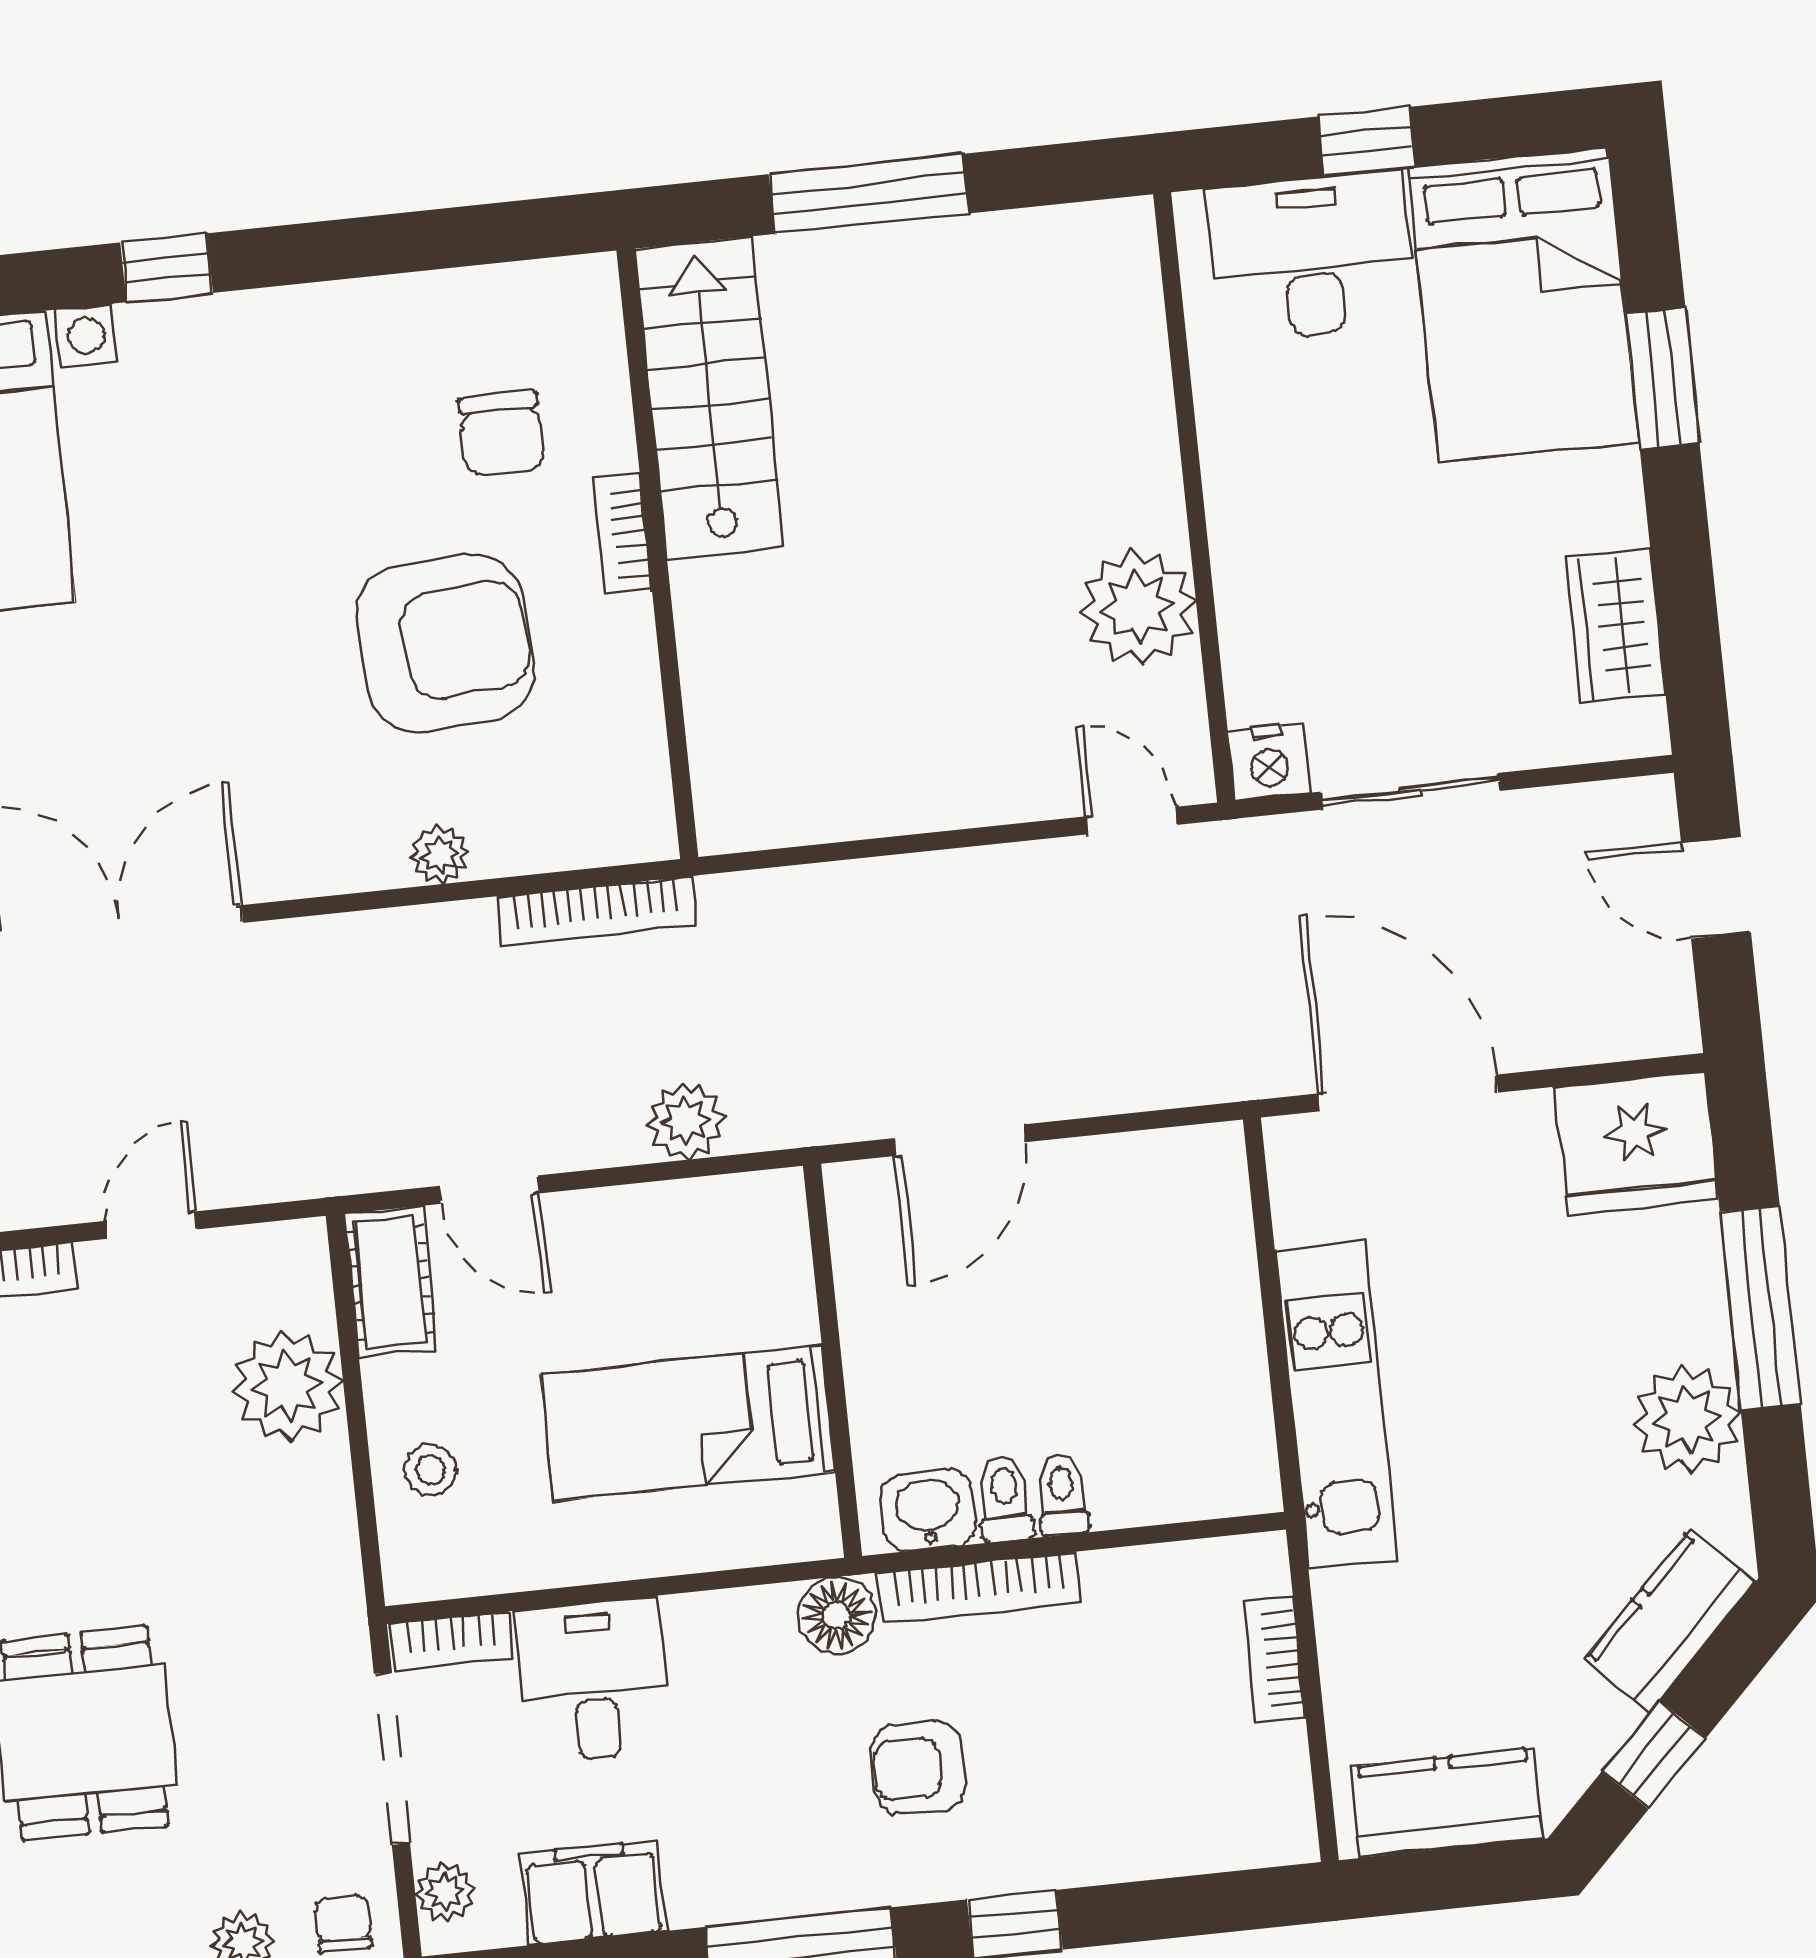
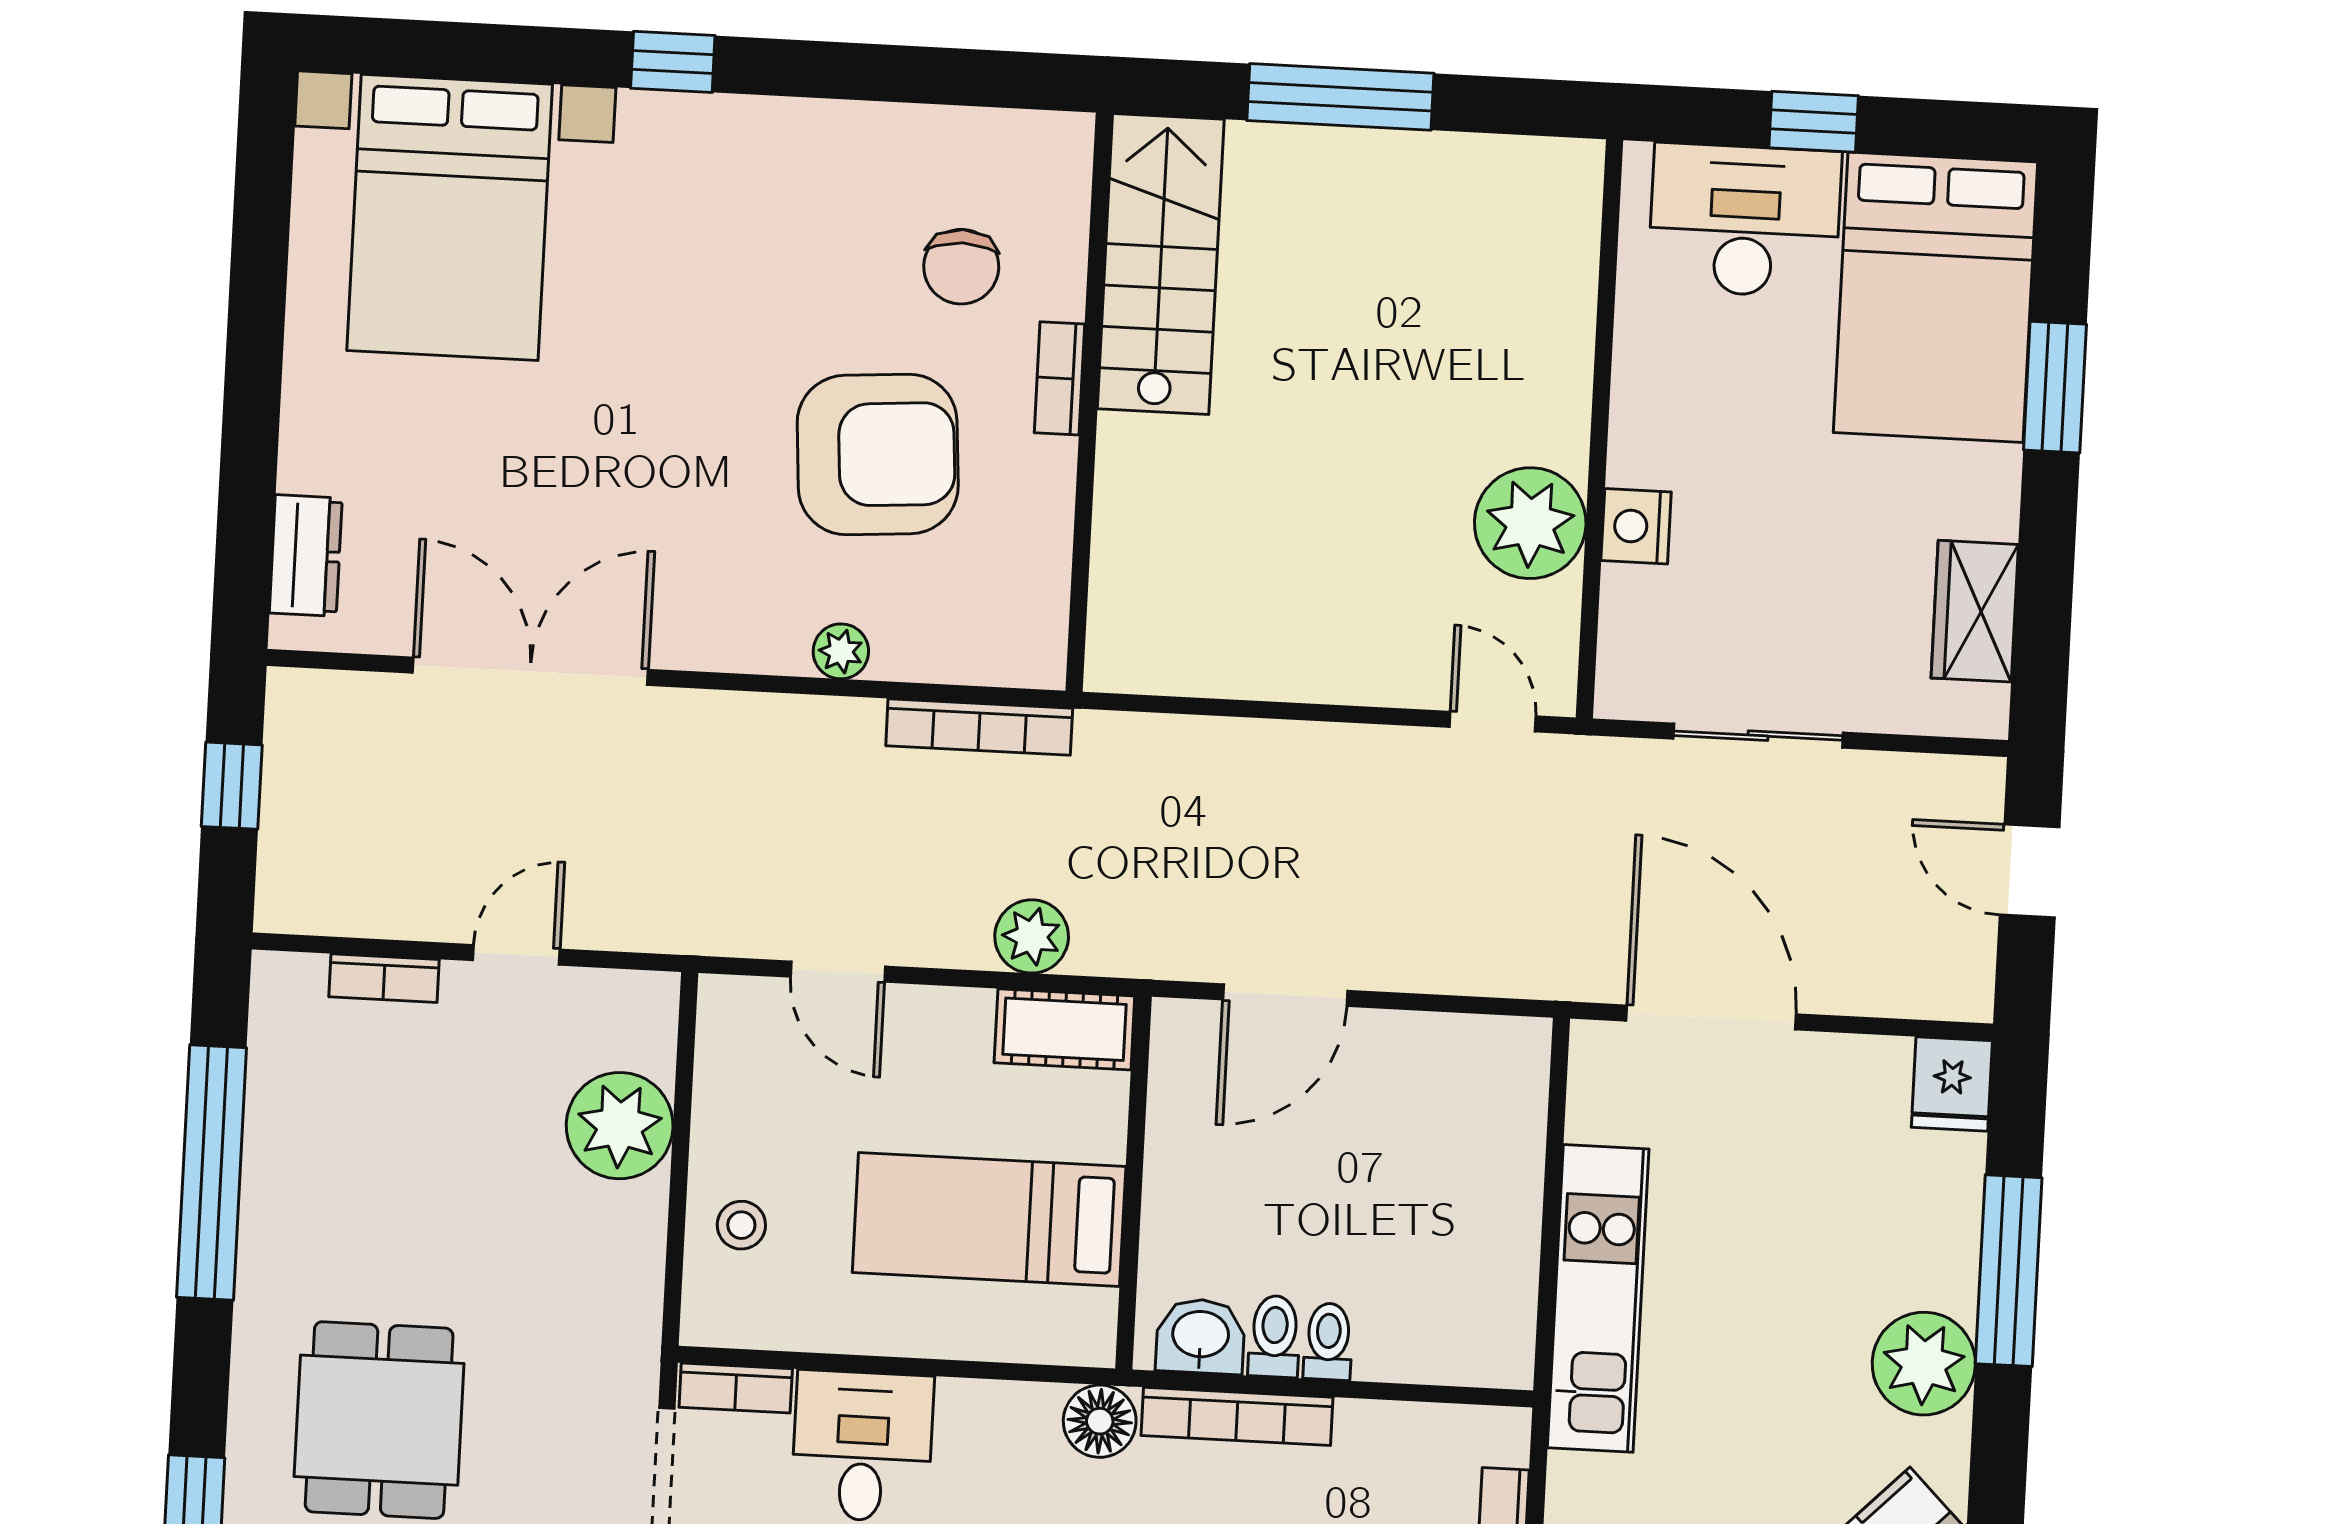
nightstand: (1269, 762) -> (1636, 526), moved, turned 90
fridge: (1636, 1143) -> (1952, 1084), width x0.53, depth x0.75
cot: (390, 1282) -> (1064, 1029), moved, turned 90

